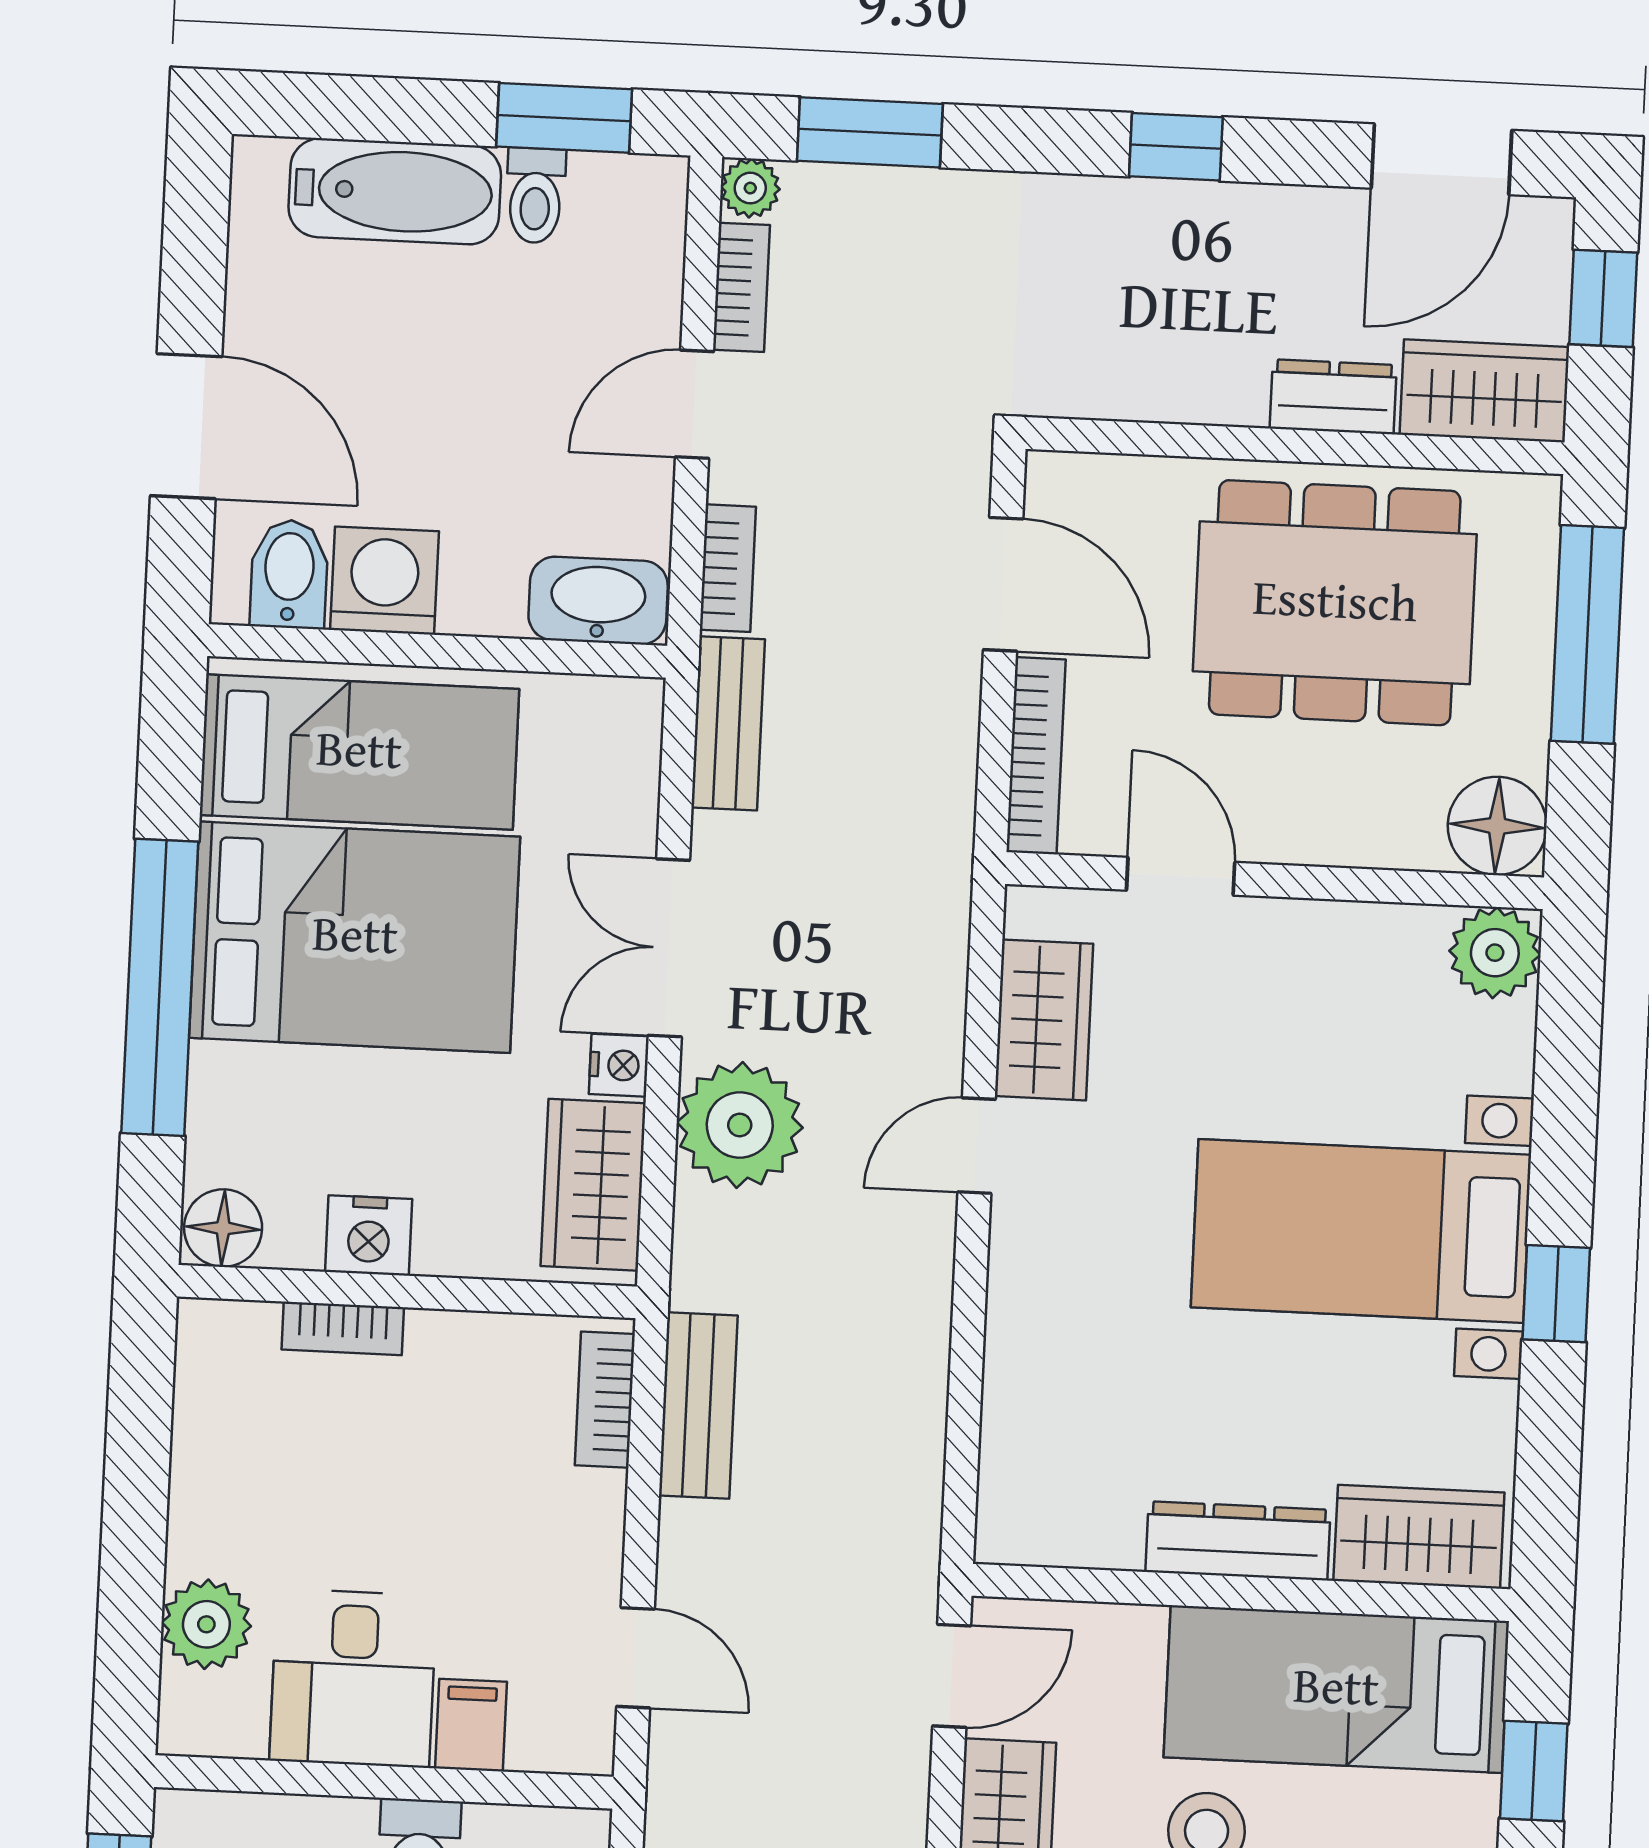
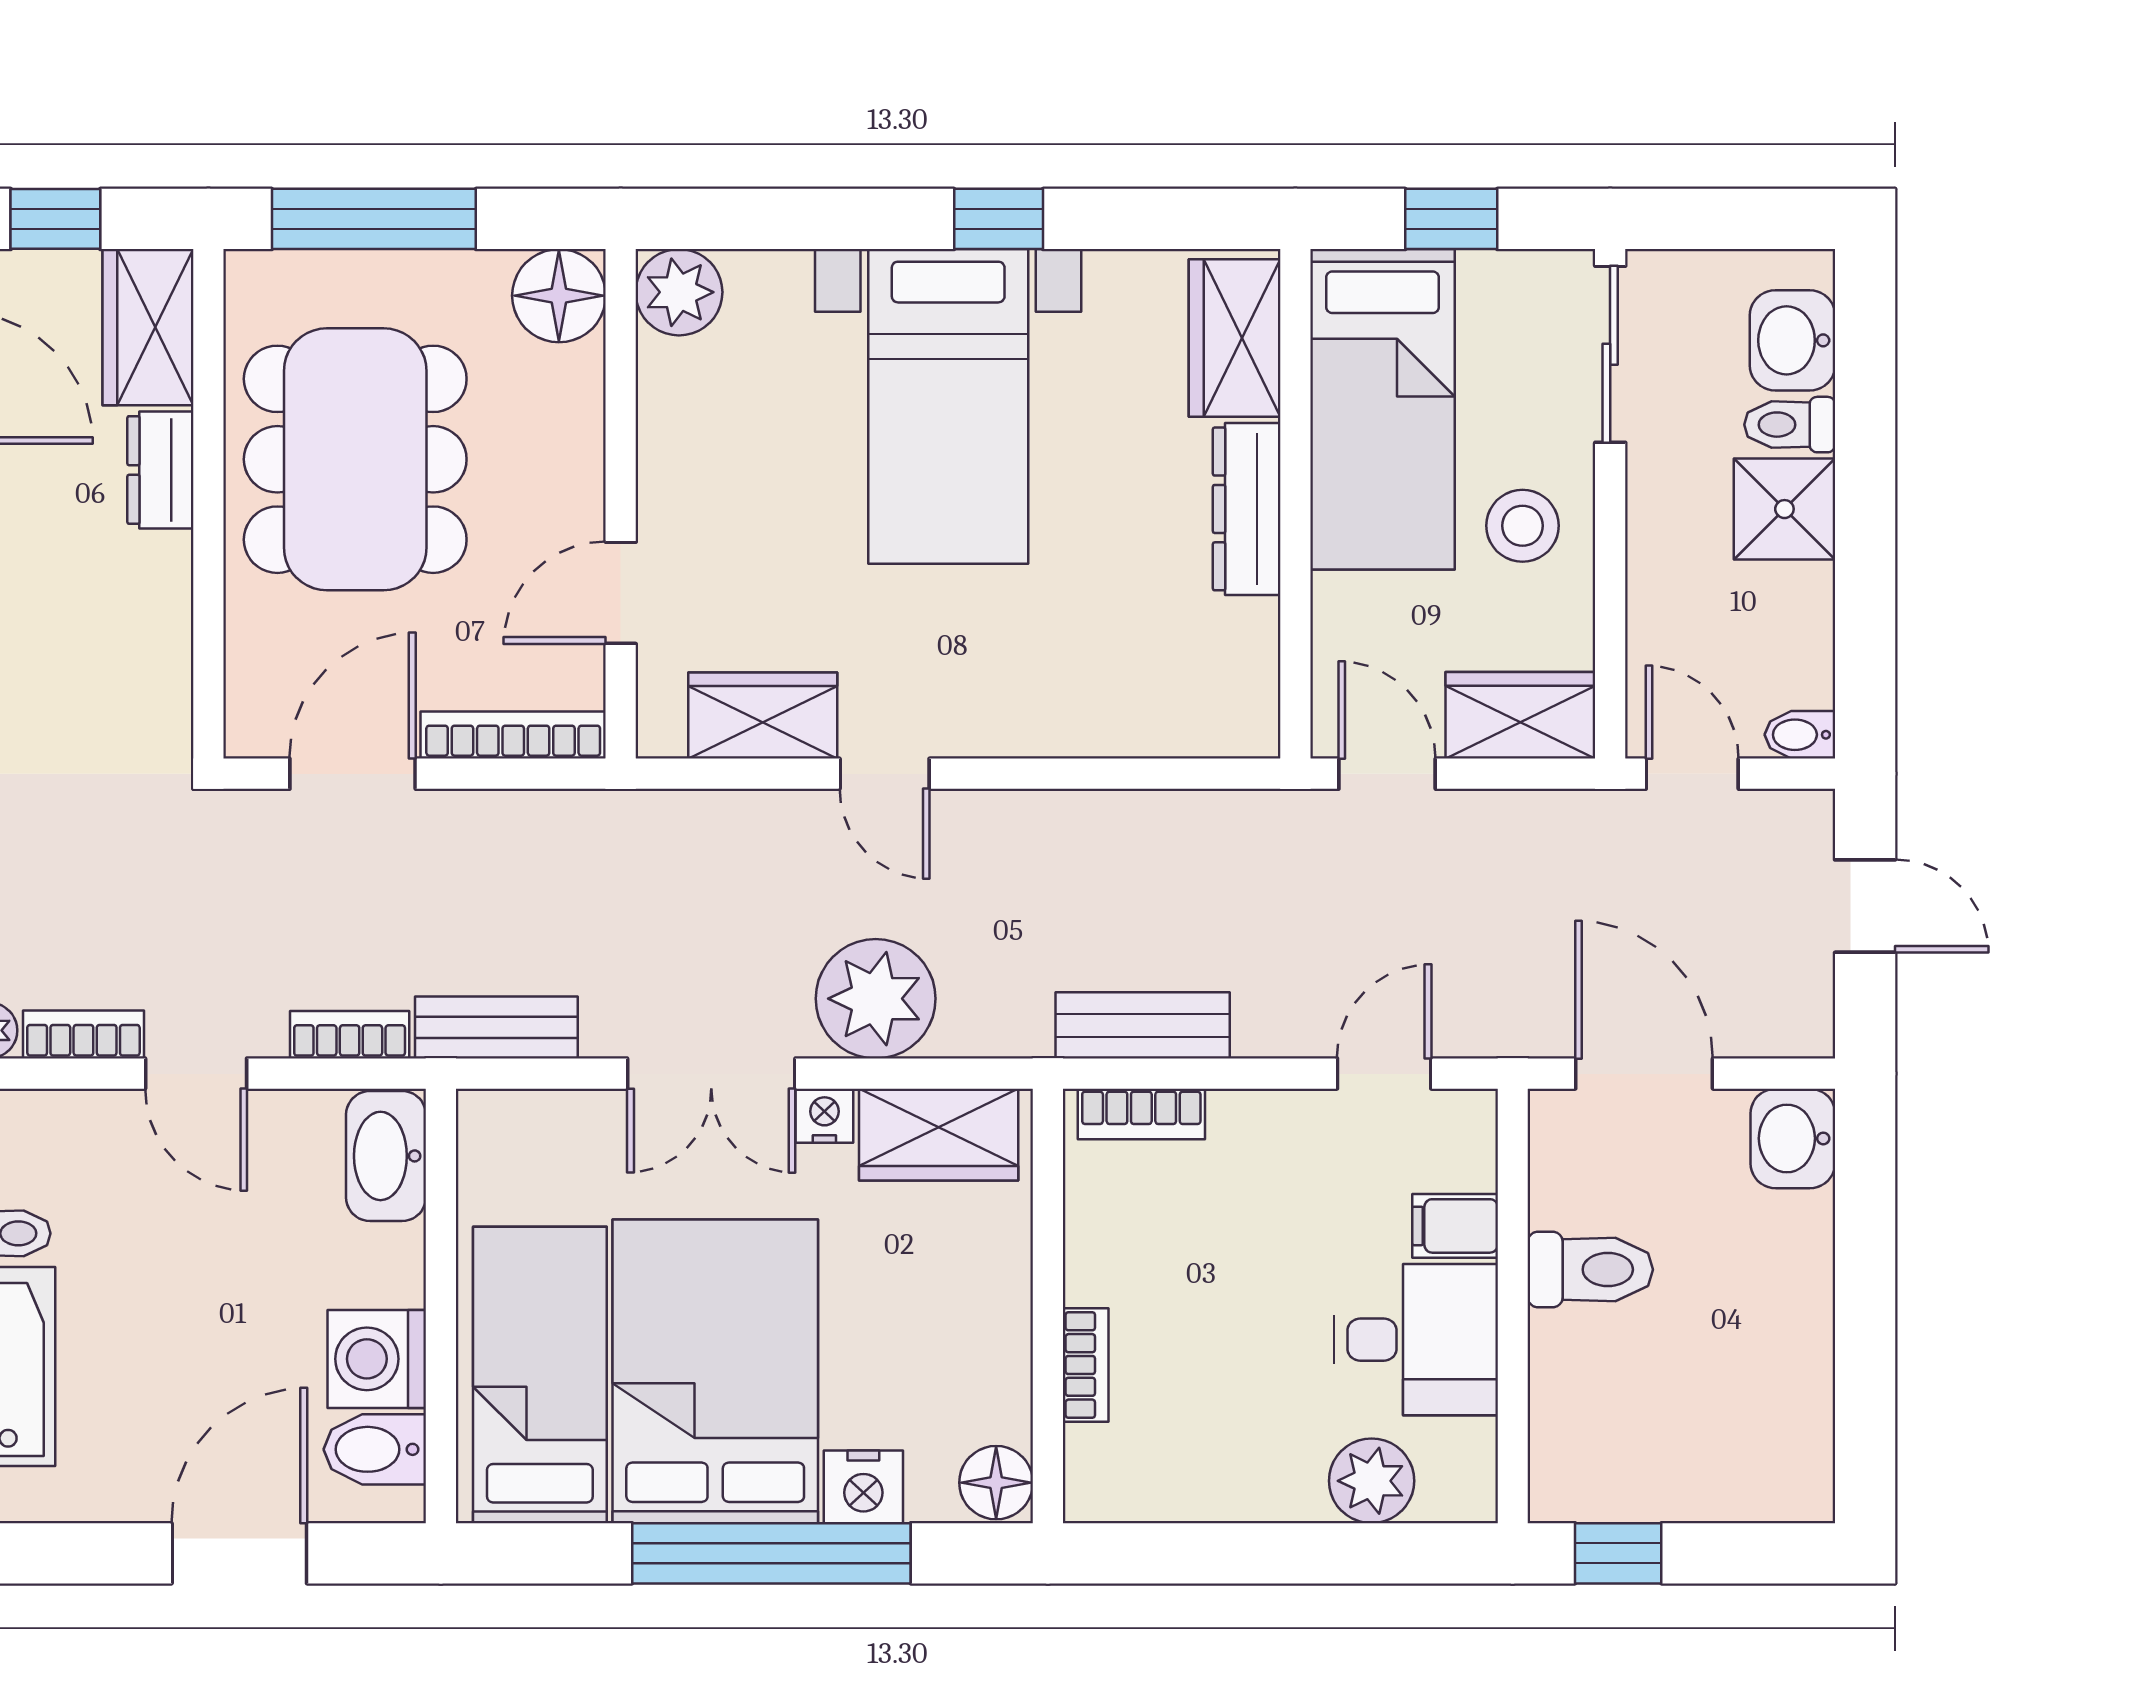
nightstand: (369, 1235) -> (863, 1487), moved, turned 90

